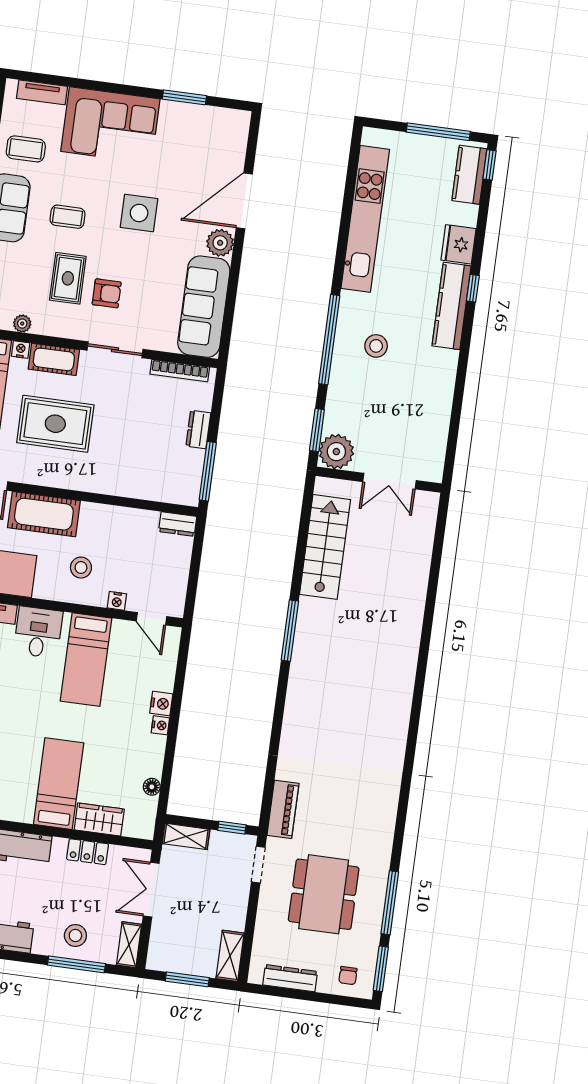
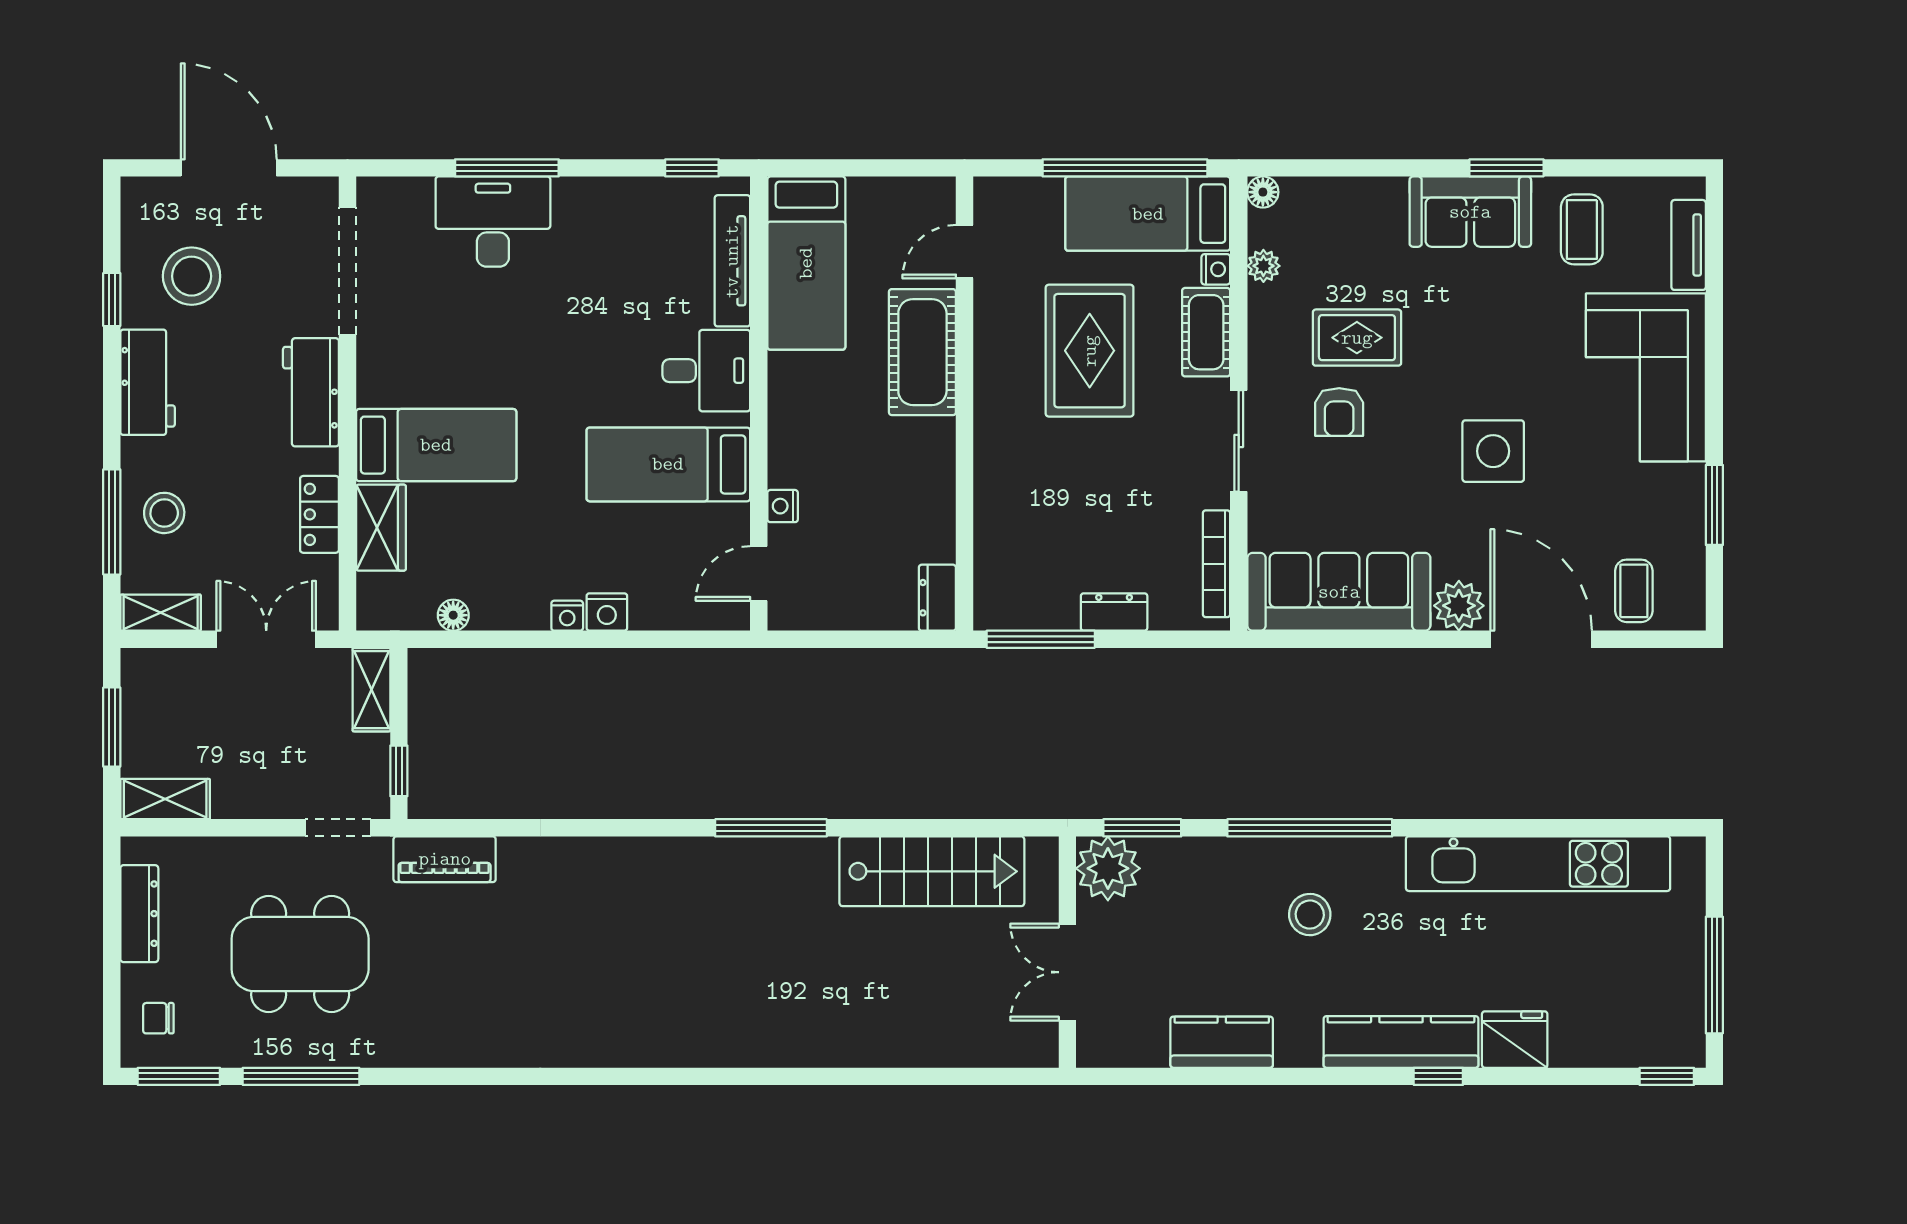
kitchen counter: (469, 175) -> (1222, 1042), moved
coffee table: (68, 217) -> (1634, 591), moved
stool: (81, 568) -> (834, 433), removed

